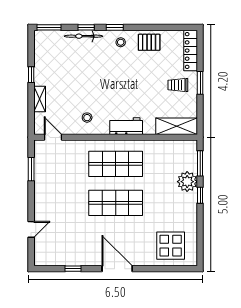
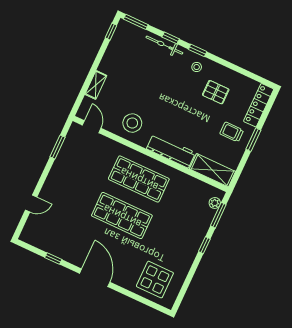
pallet: (149, 42) -> (216, 92), moved
window: (31, 75) -> (111, 32), moved
stool: (87, 118) -> (132, 123), width x1.89, depth x1.89
workbench: (126, 126) -> (171, 151), width x1.37
plant: (187, 182) -> (215, 203), moved, width x0.53, depth x0.53

